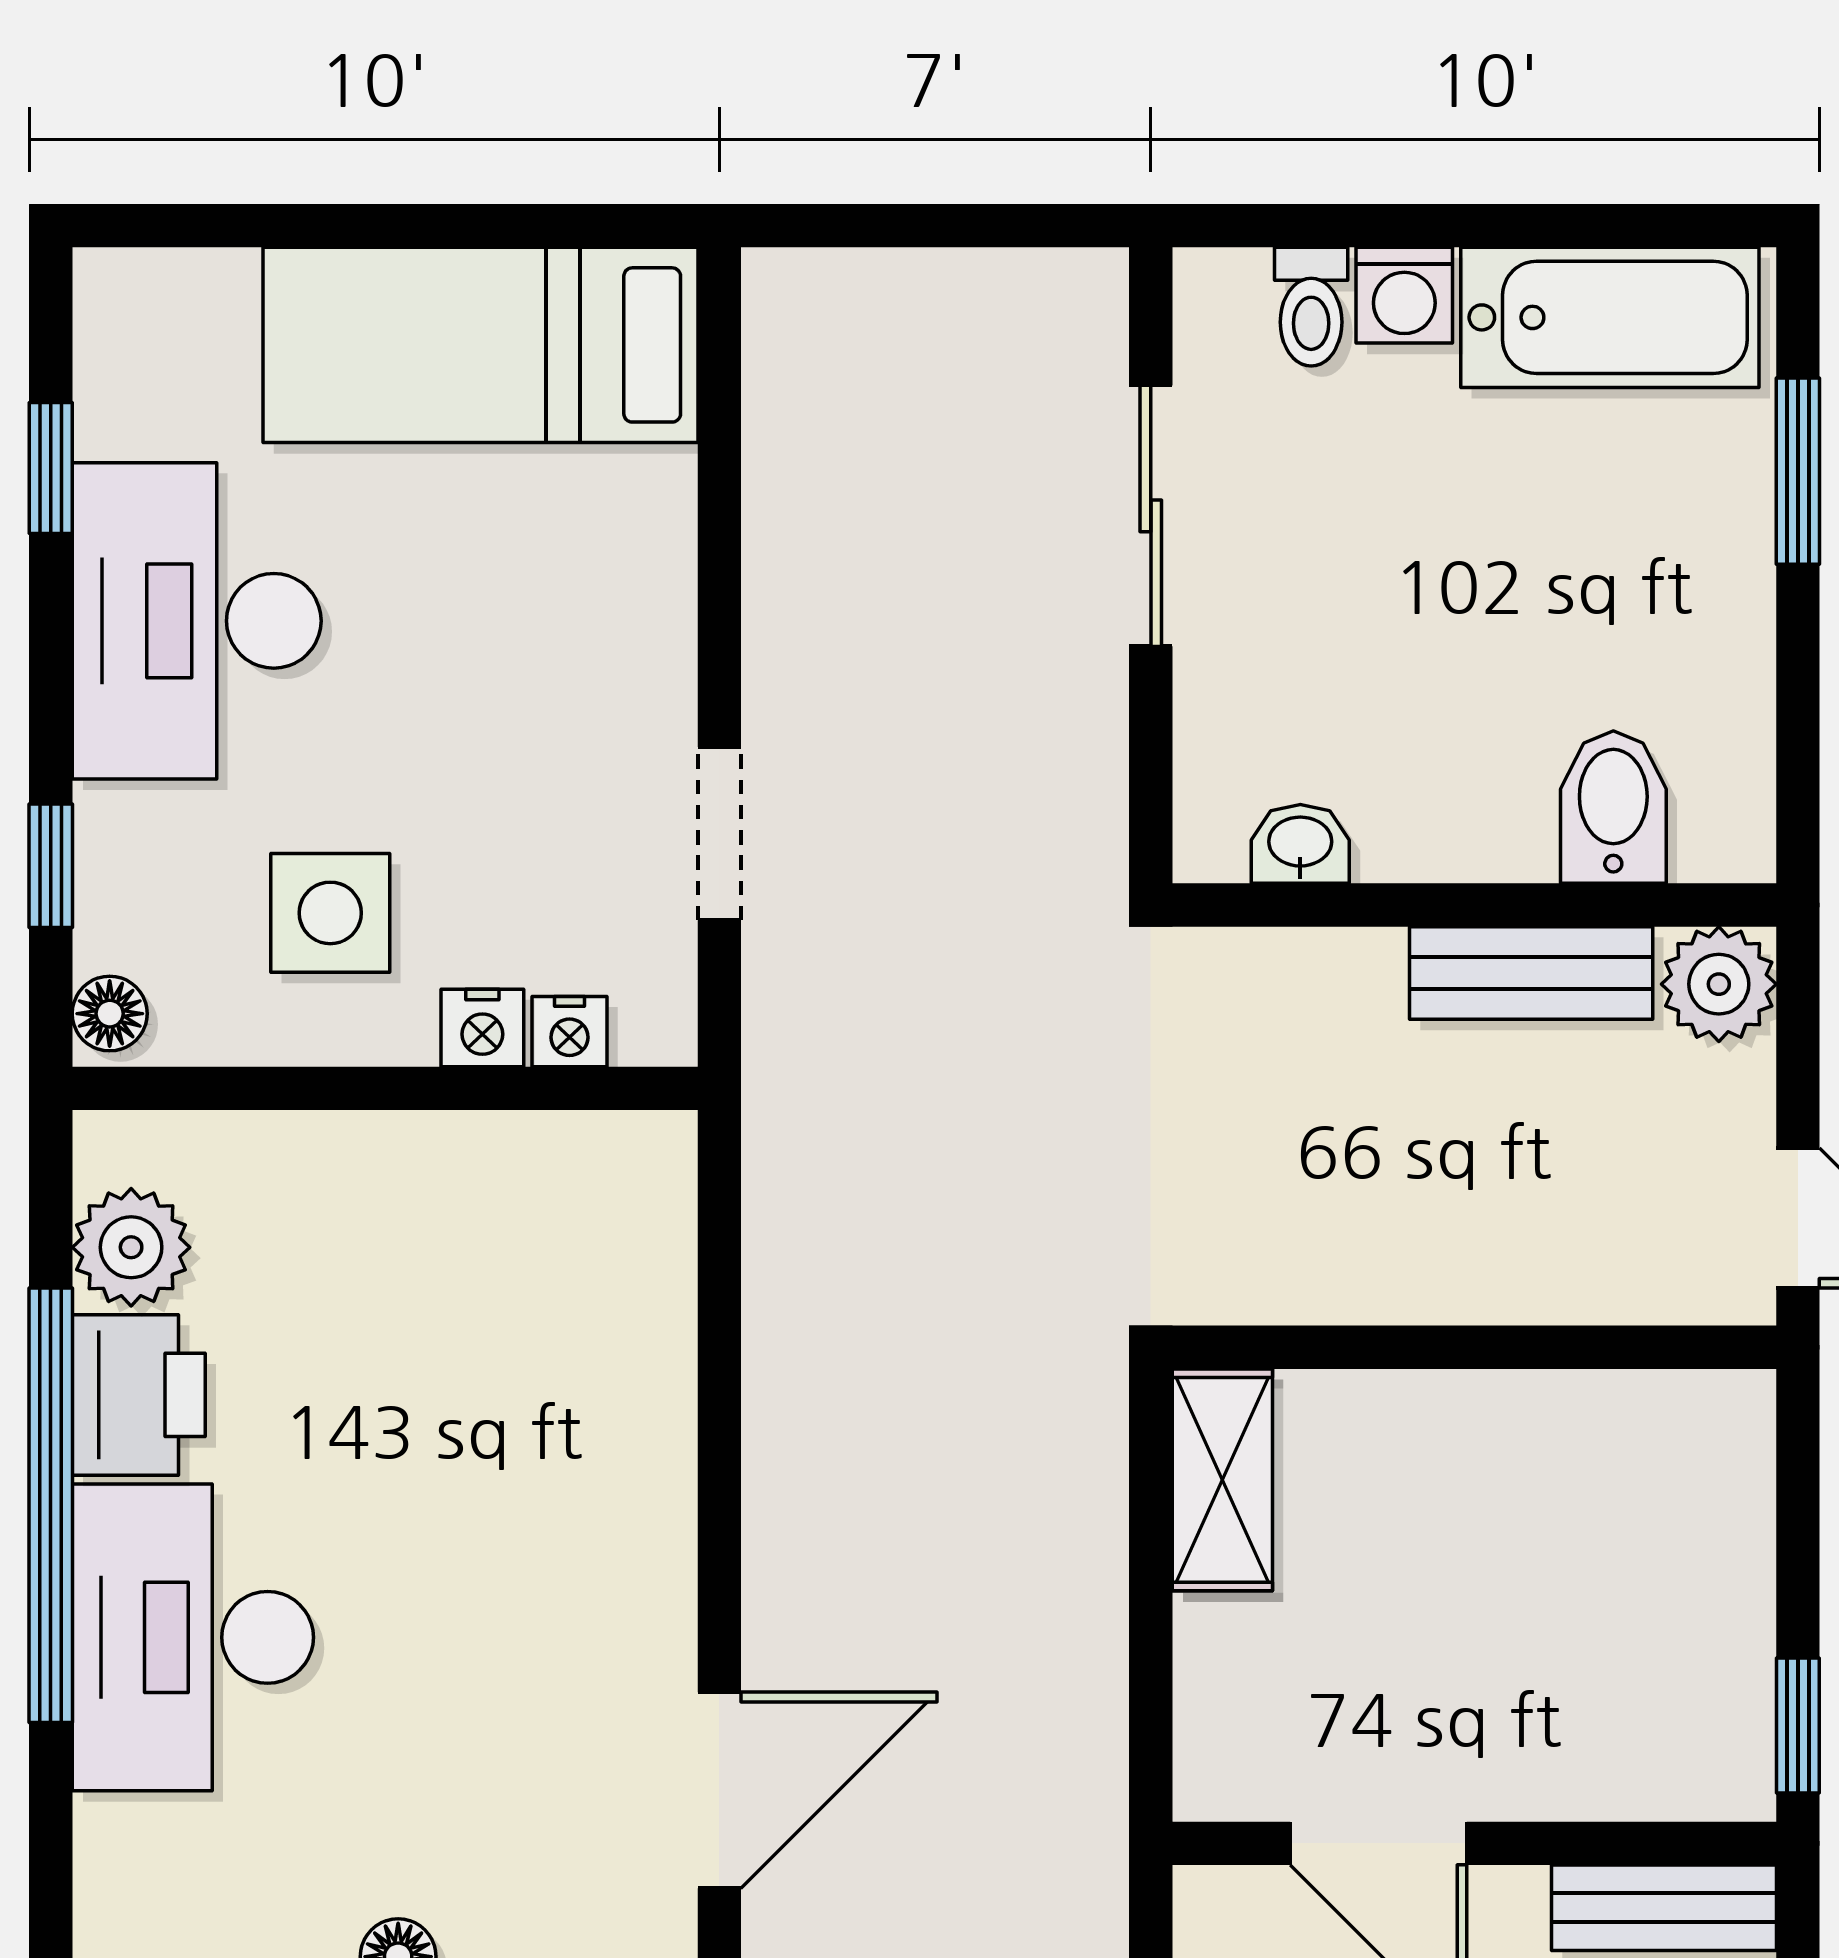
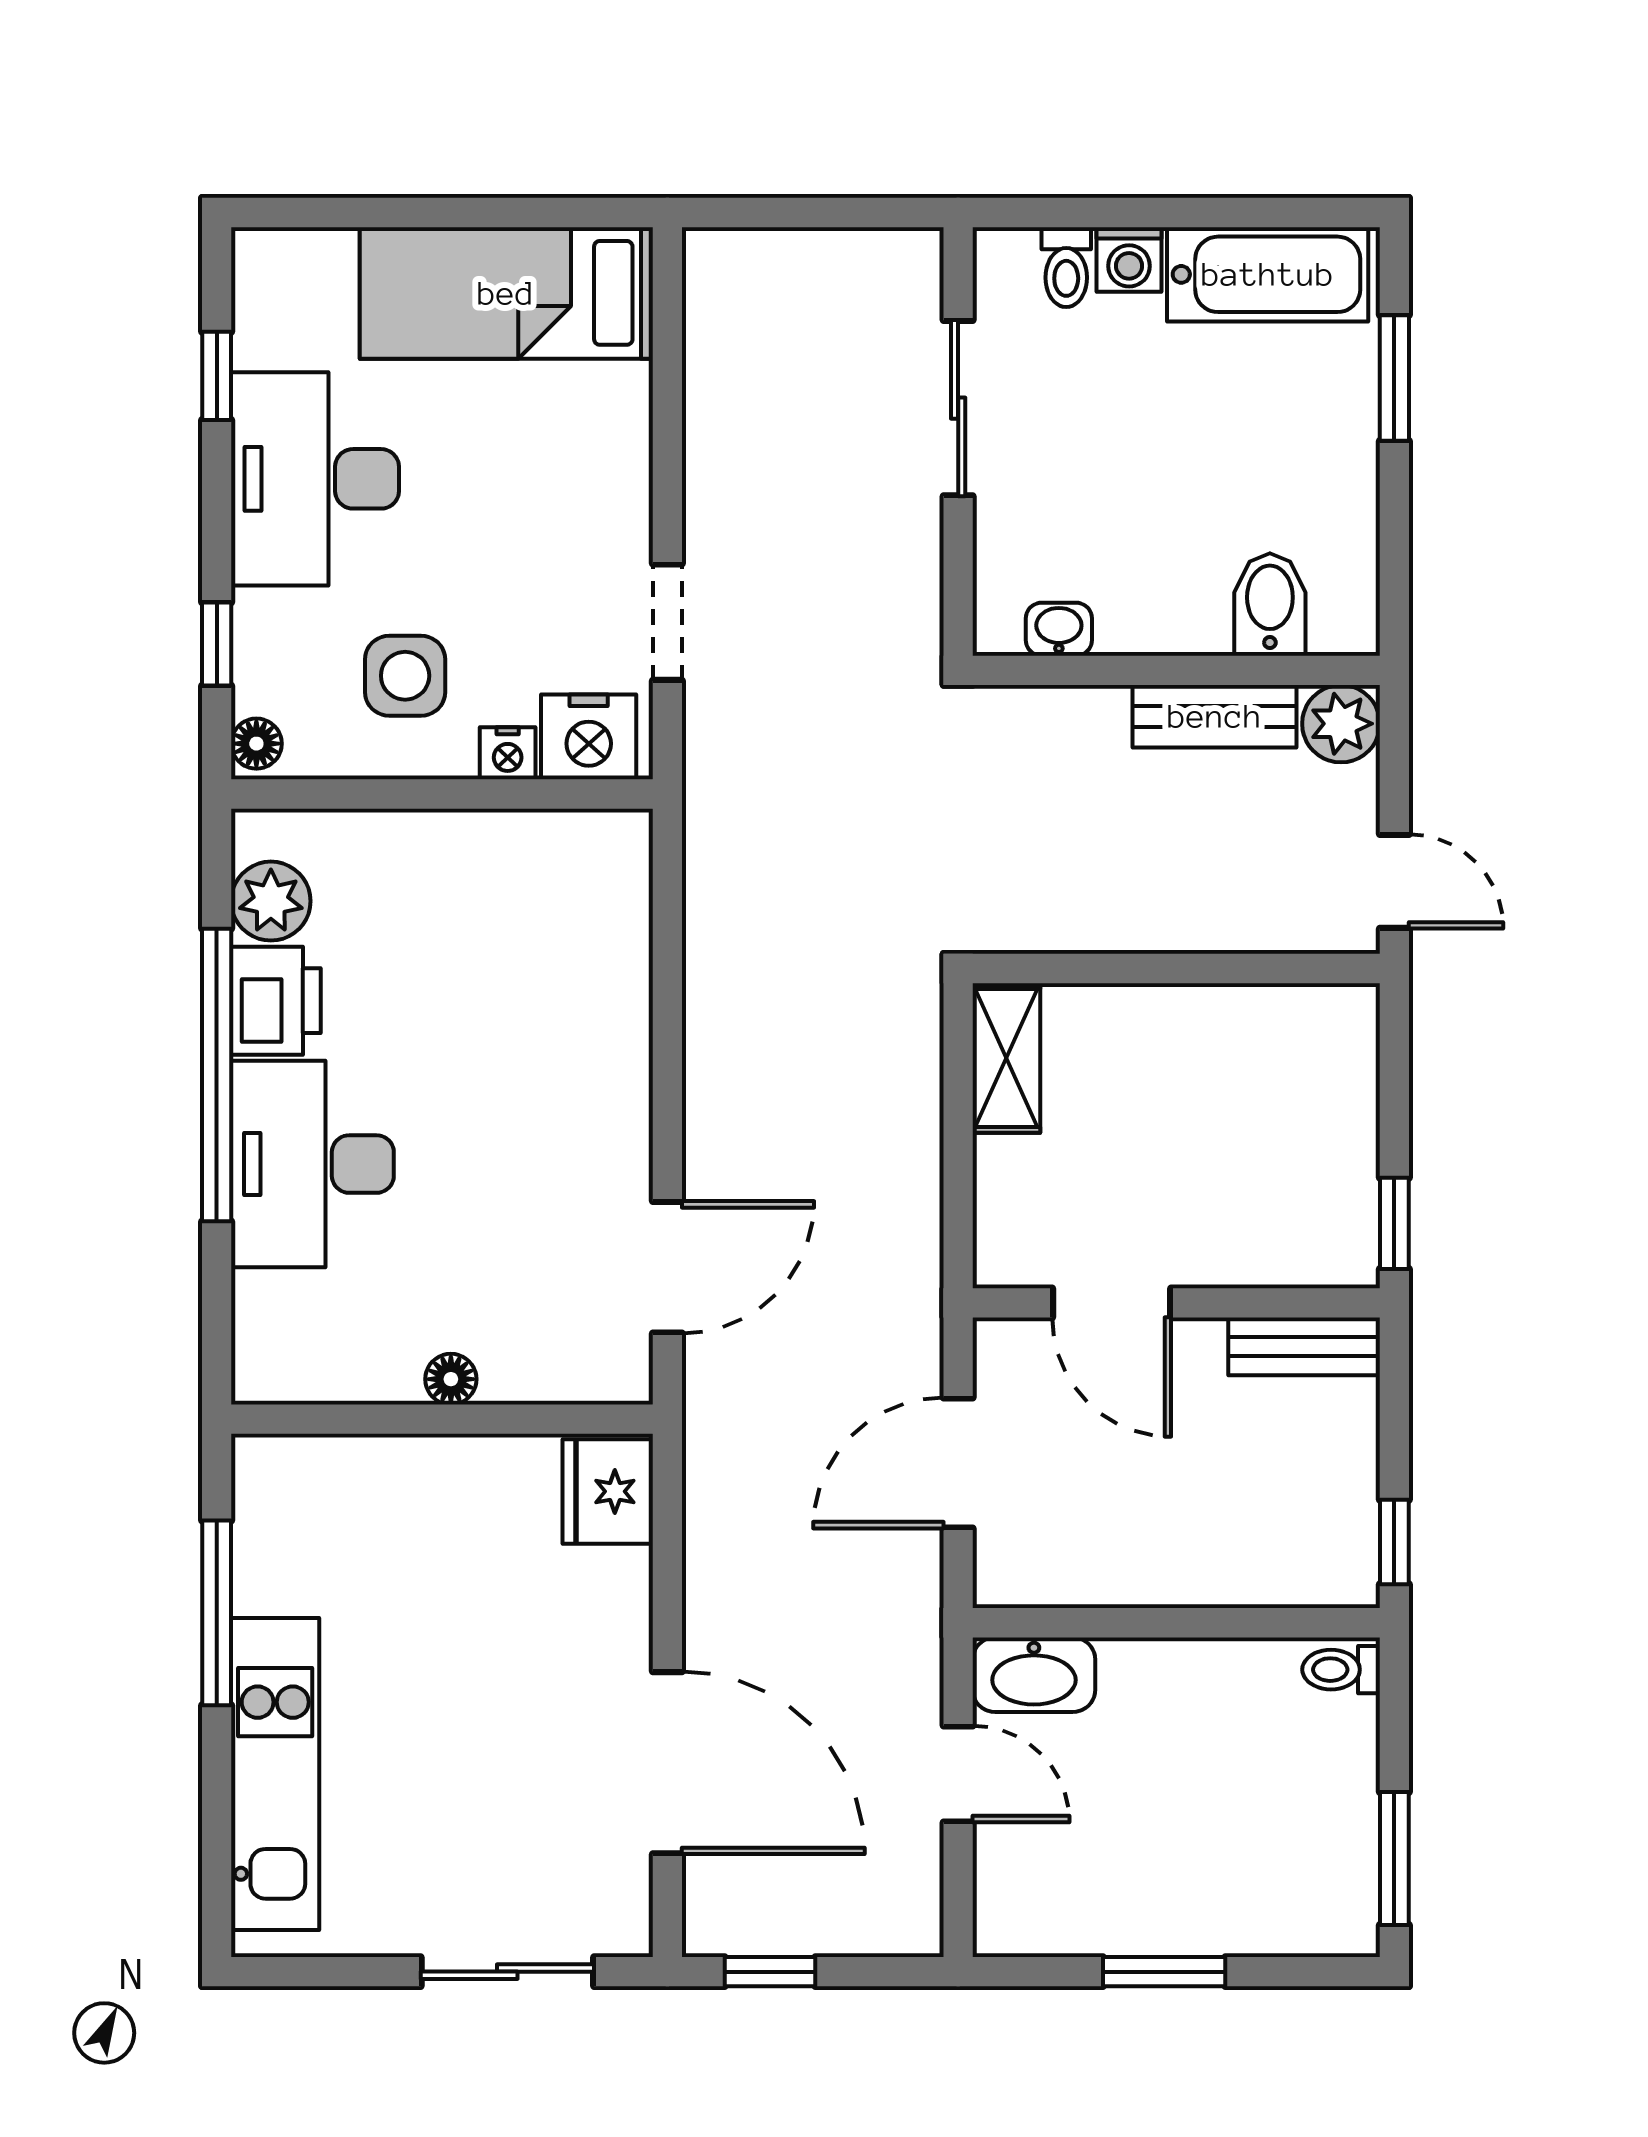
nightstand: (569, 1032) -> (589, 737), width x1.89, depth x1.79

